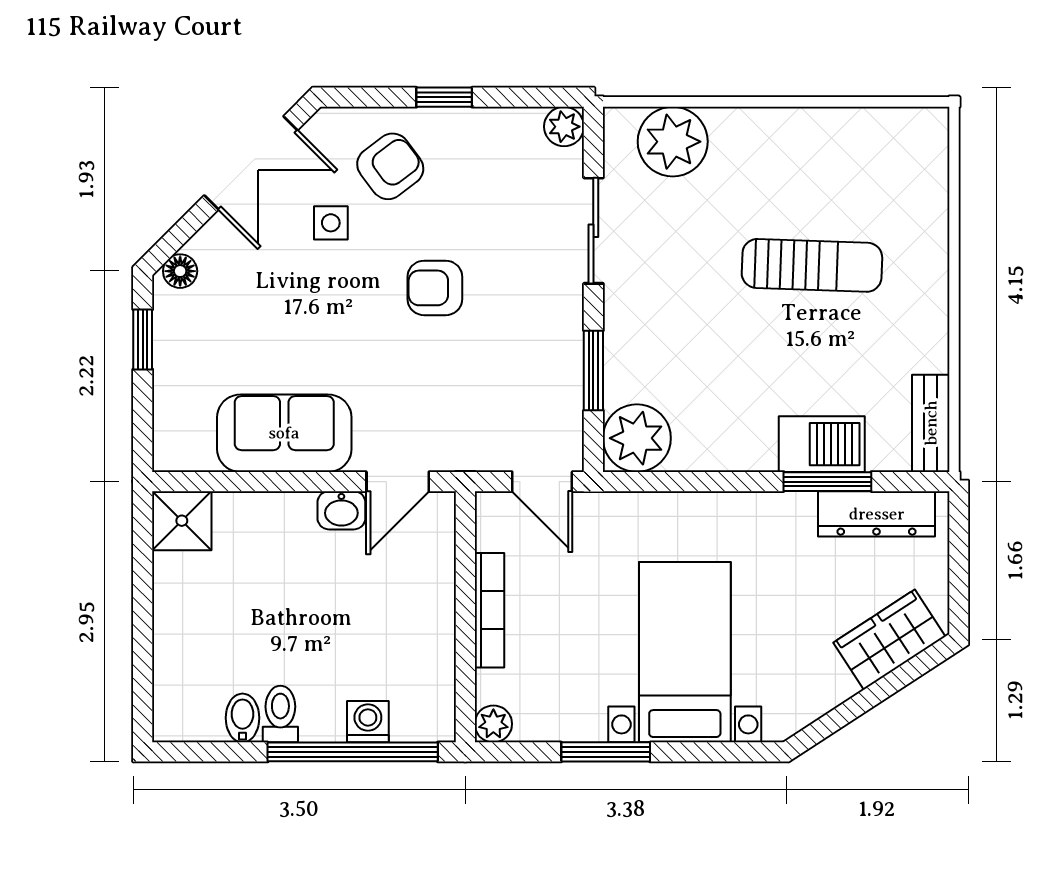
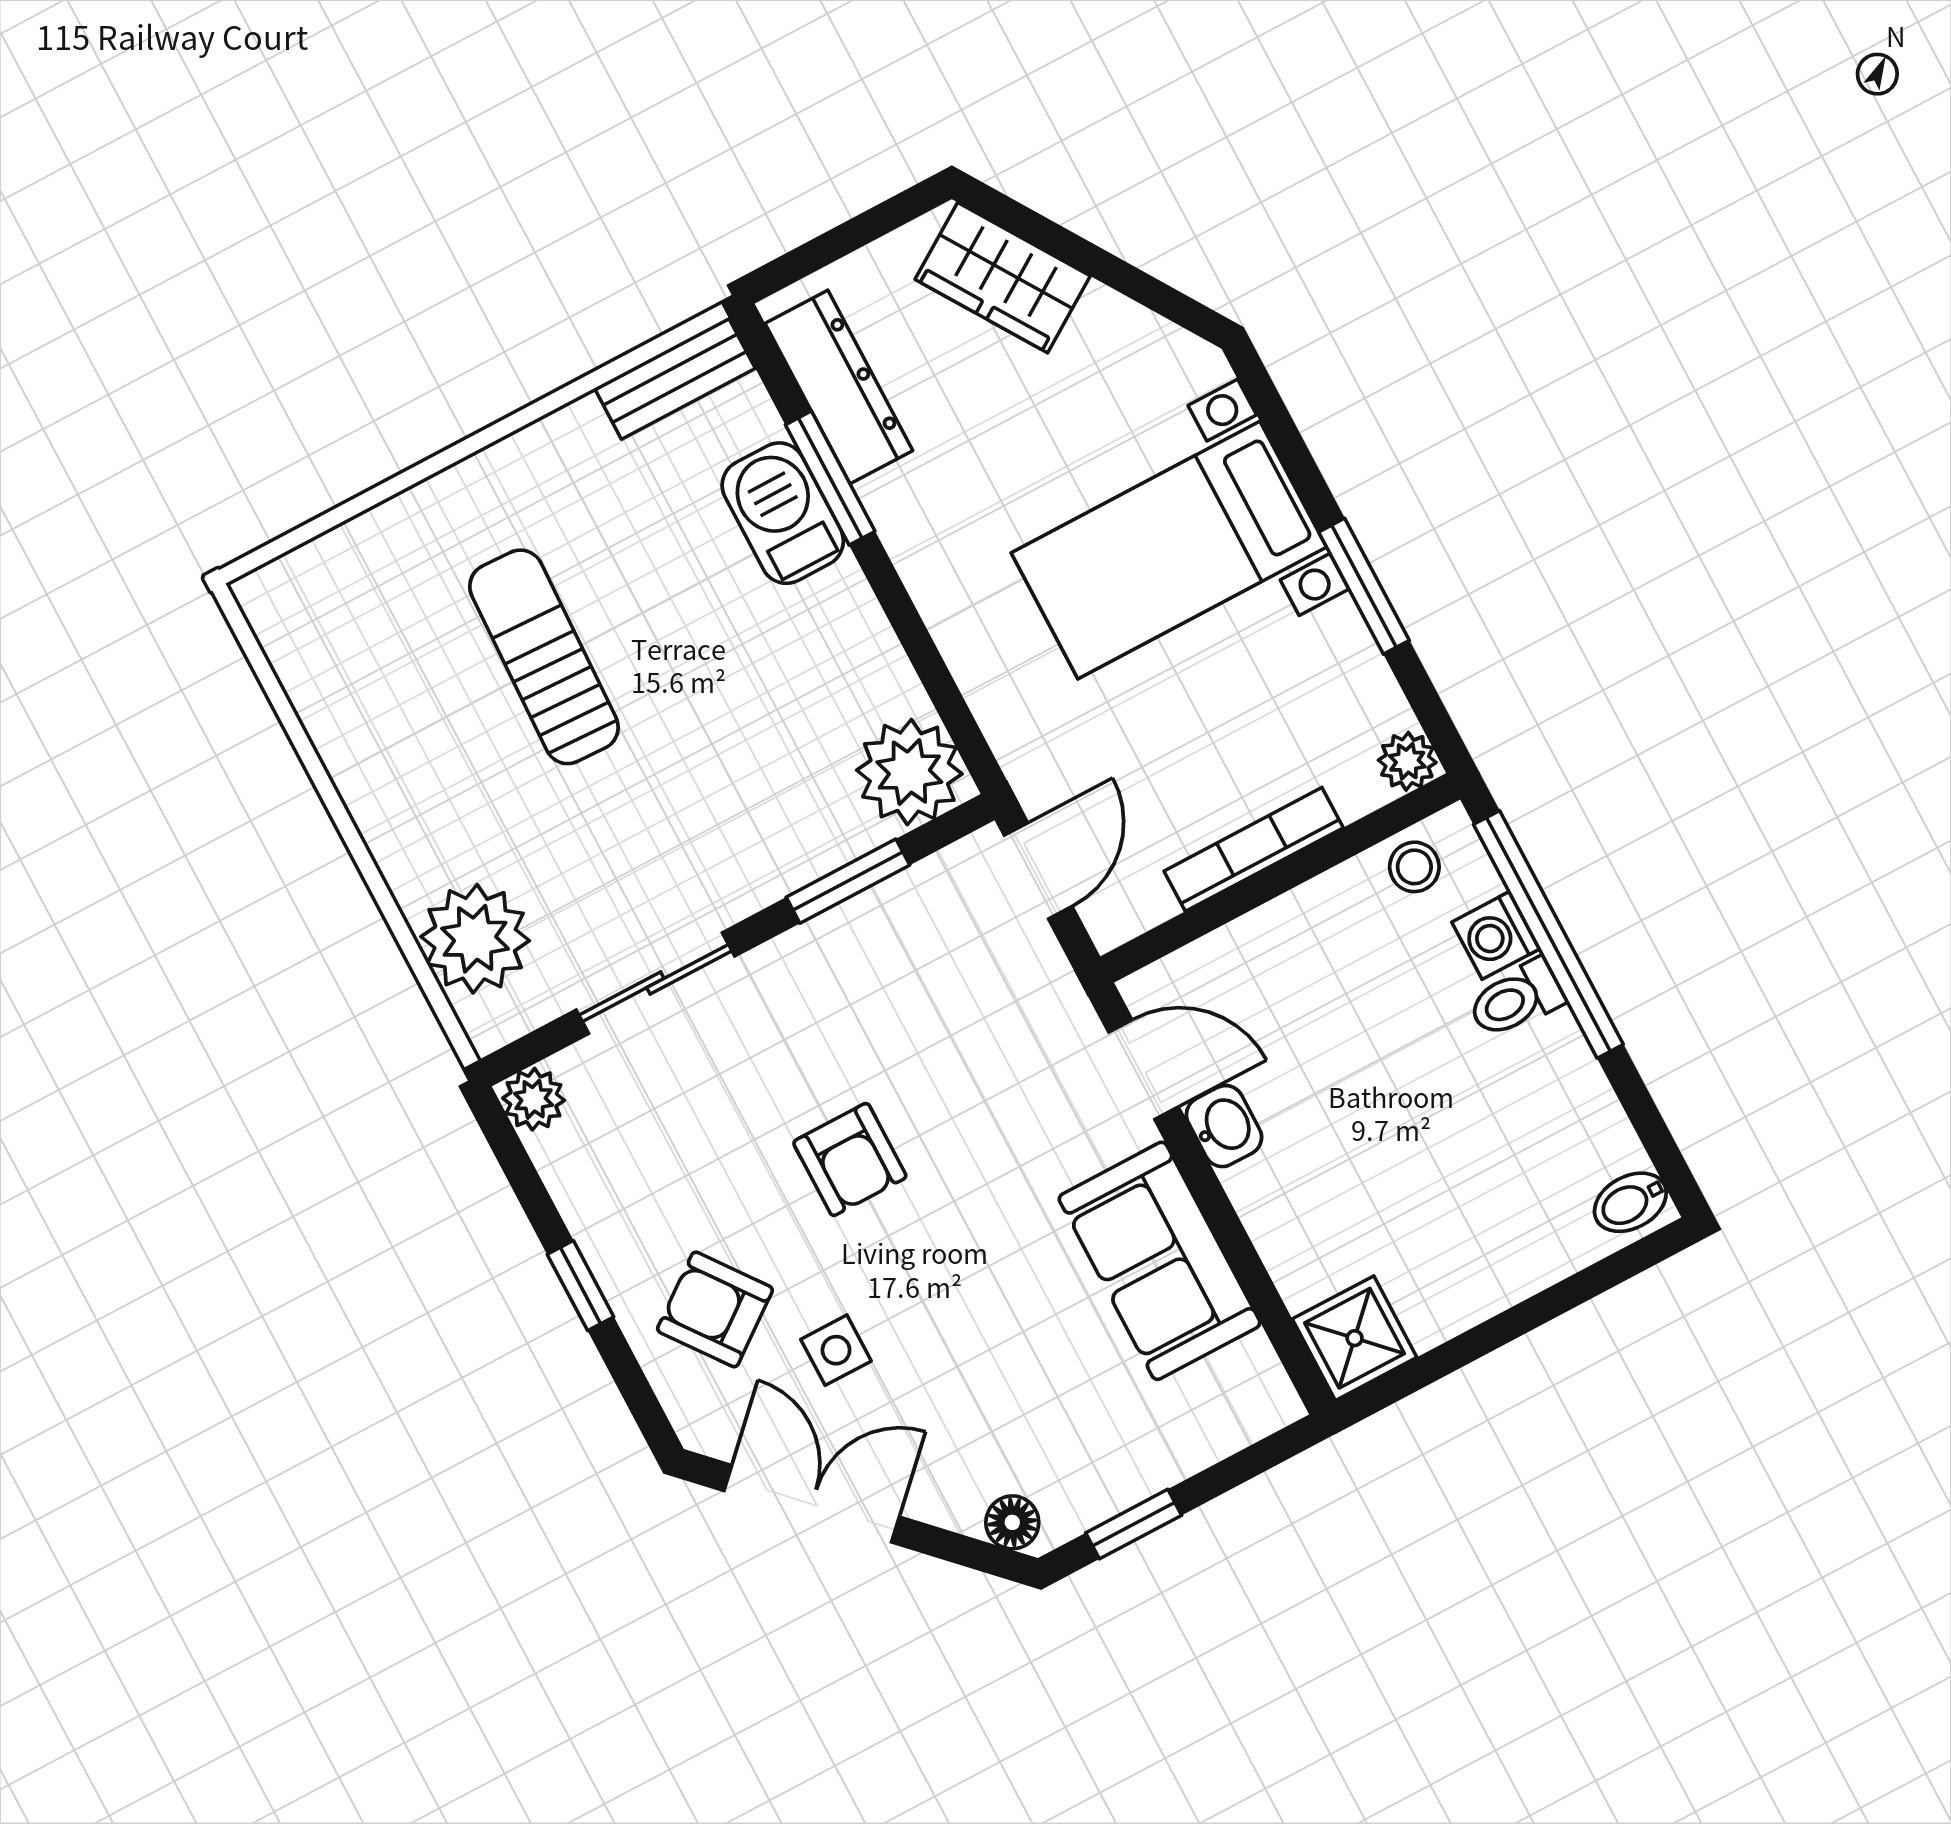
stool: (431, 696) -> (1414, 867), added
toilet: (280, 714) -> (1516, 999), moved
bidet: (242, 718) -> (1630, 1202), moved

